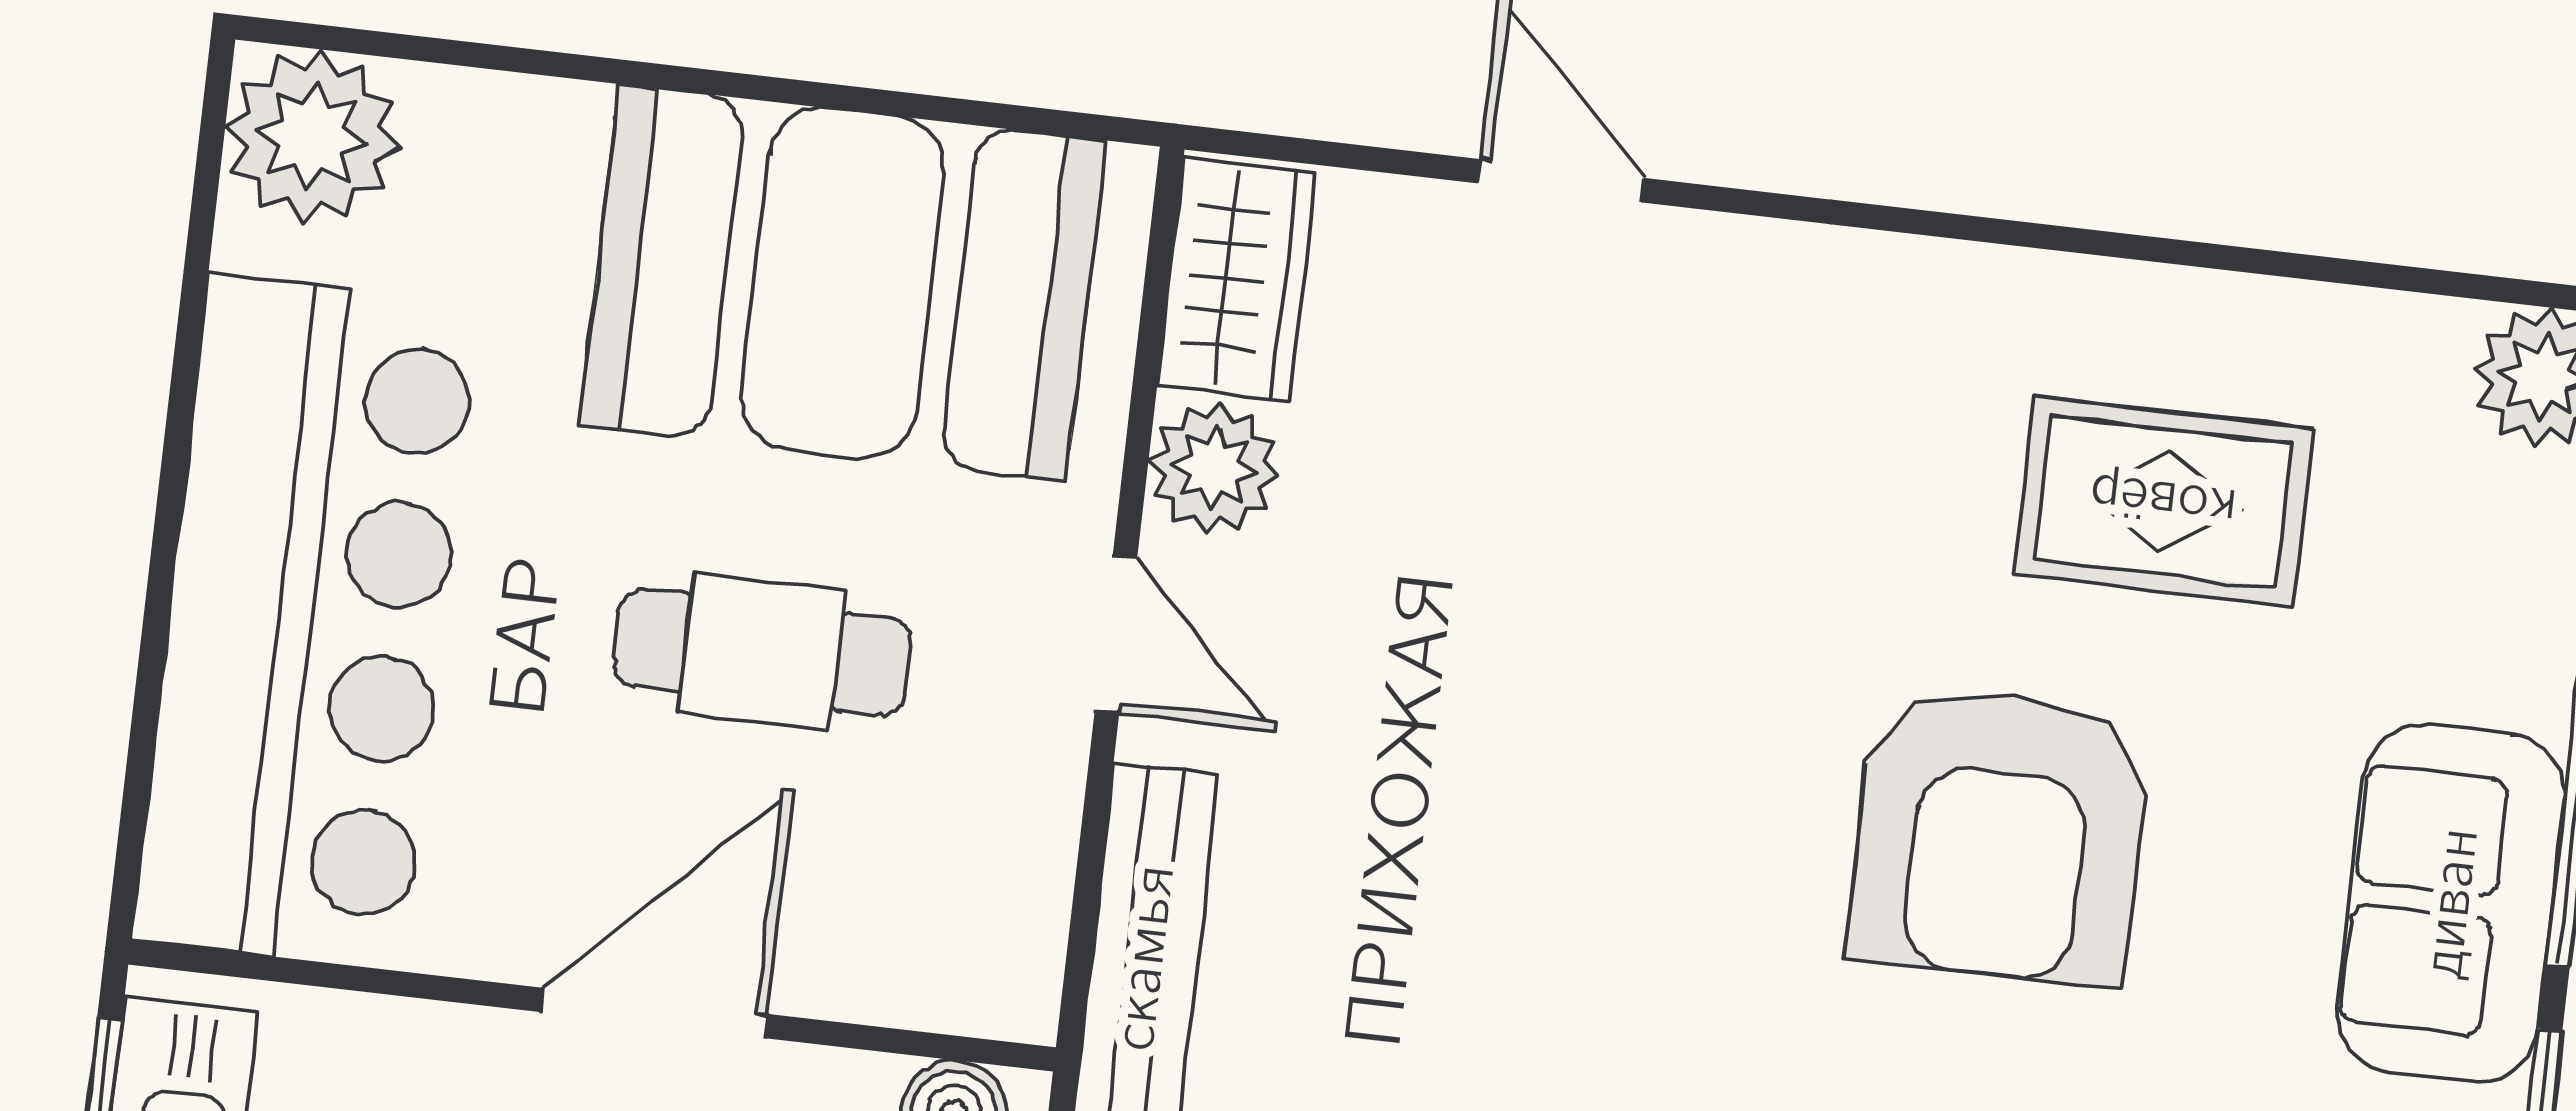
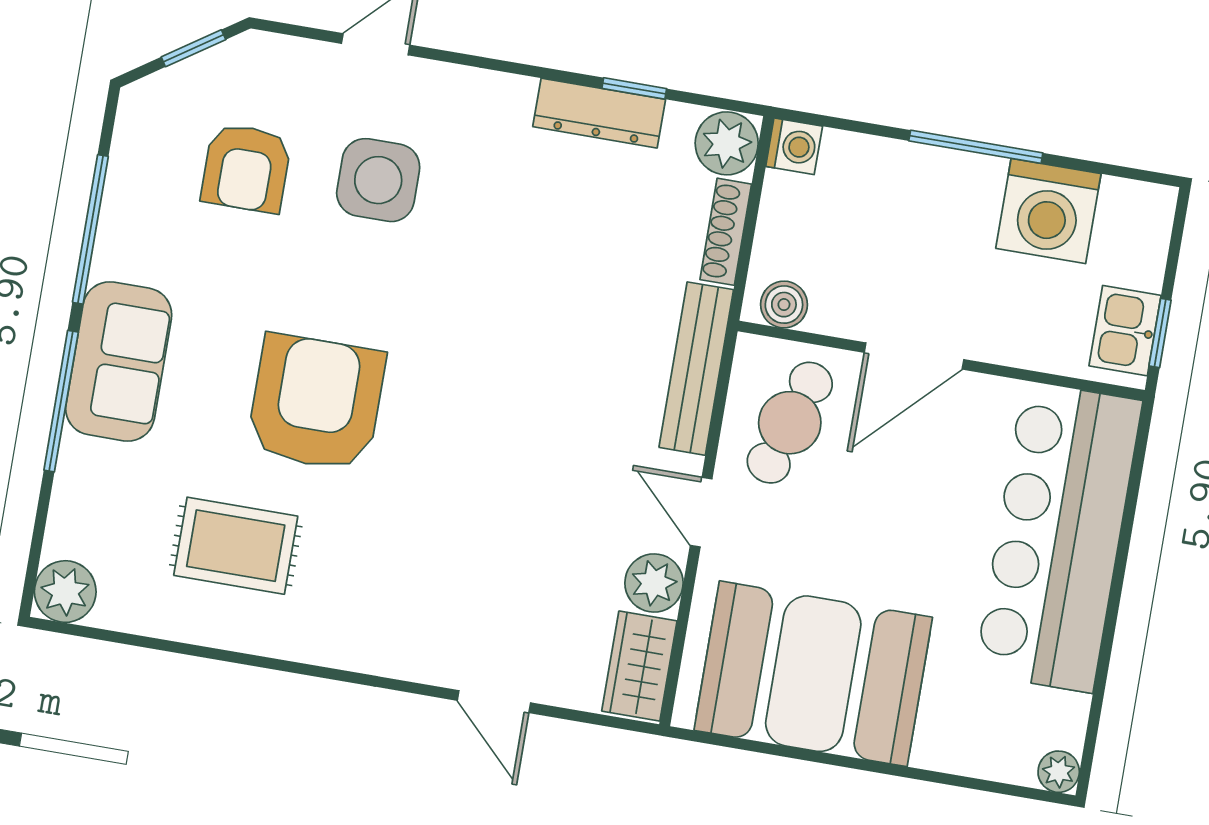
plant: (312, 137) -> (1059, 772), width x0.53, depth x0.53
cafe table: (762, 652) -> (790, 423), moved, turned -72

